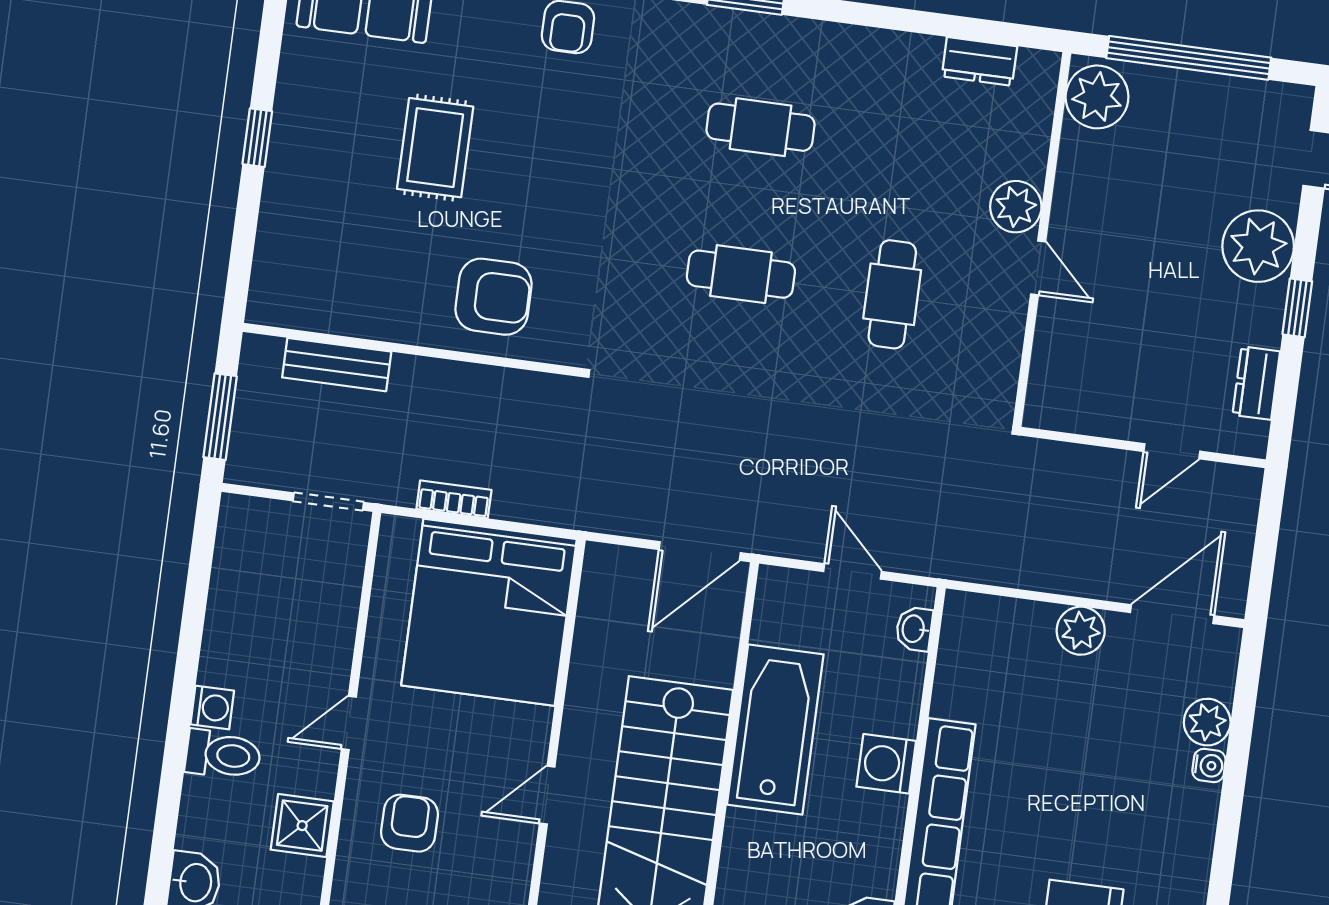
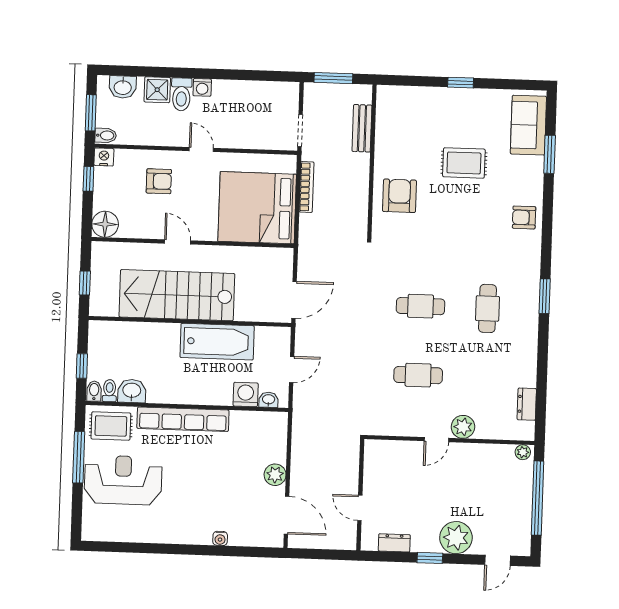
plant: (1097, 97) -> (523, 452), width x0.53, depth x0.53
cafe table: (741, 274) -> (421, 306), turned 90
armchair: (494, 297) -> (399, 196), turned 180
bookcase: (454, 499) -> (307, 187), width x1.56
door: (700, 551) -> (294, 300), swing flipped
plant: (1207, 722) -> (240, 536), removed
washing machine: (886, 764) -> (246, 395), moved
shower: (302, 826) -> (157, 90), moved

